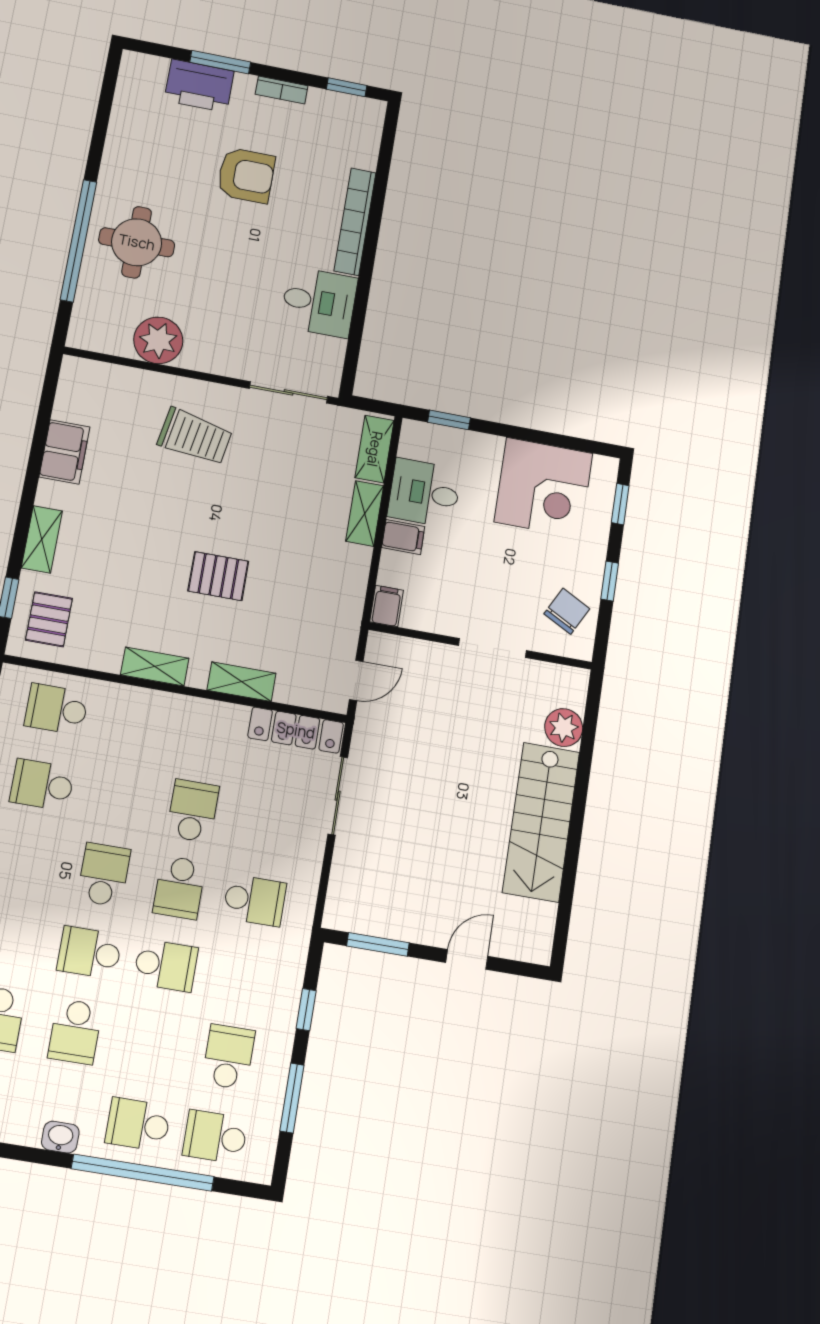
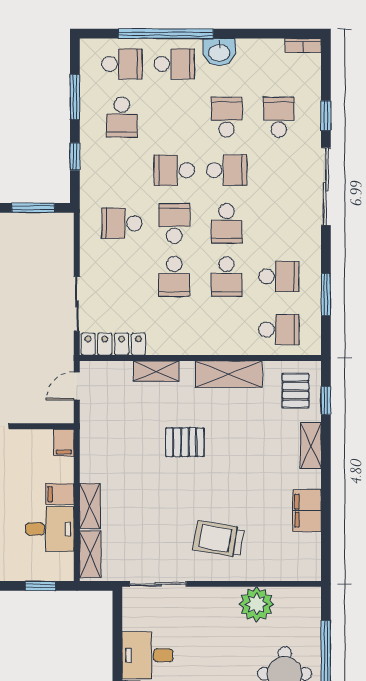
shelving: (155, 667) -> (229, 374), width x1.50, depth x1.33
school desk: (118, 798) -> (227, 276), added
washbasin: (60, 1137) -> (219, 52), width x1.38, depth x1.45

